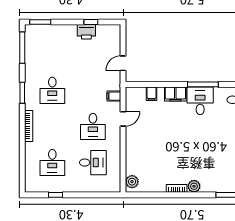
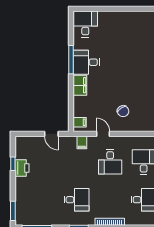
filing cabinet: (152, 94) -> (80, 122), moved
desk: (93, 126) -> (110, 162), turned 90
chair: (147, 140) -> (123, 111), added

